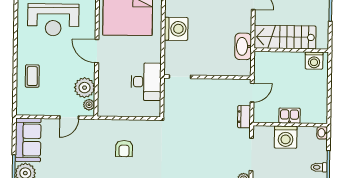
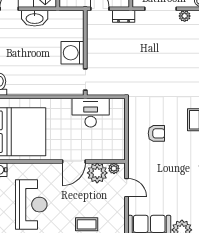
washing machine: (176, 29) -> (73, 53), moved, turned -90
washbasin: (243, 46) -> (35, 18), moved
door: (97, 51) -> (74, 161), moved

